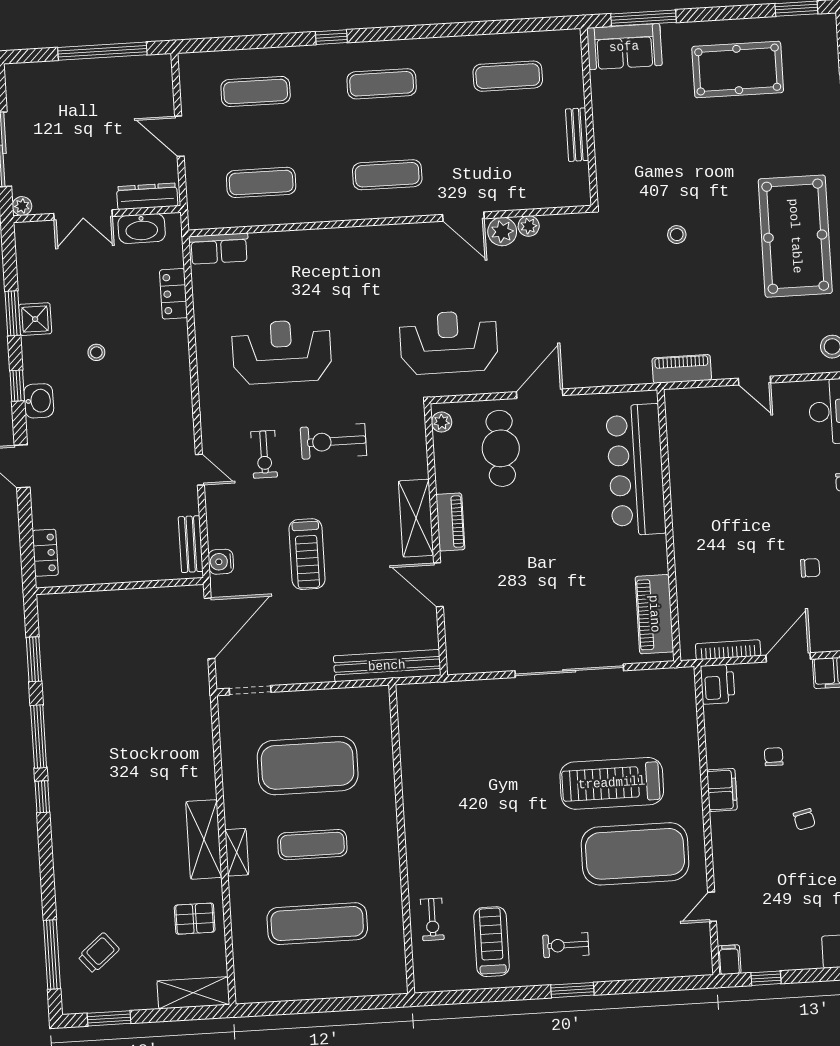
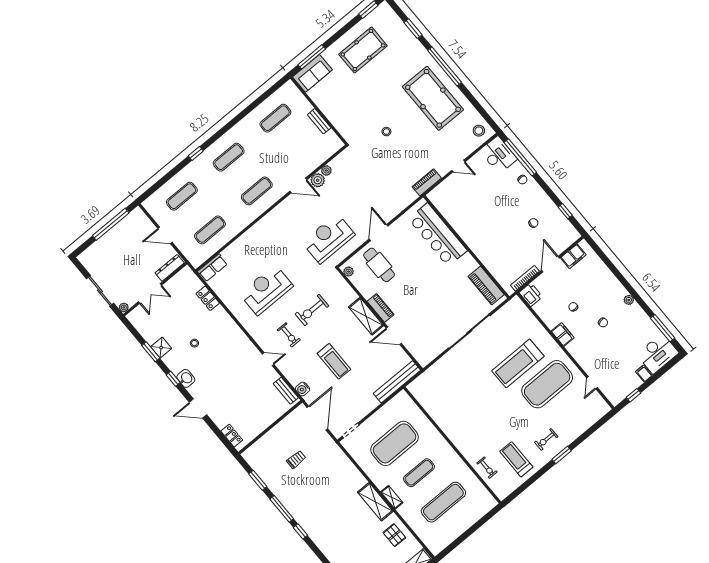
washbasin: (142, 229) -> (177, 282), removed
trolley: (123, 672) -> (296, 459), added
pallet: (195, 919) -> (394, 535), turned 90
filing cabinet: (729, 960) -> (644, 374), moved

